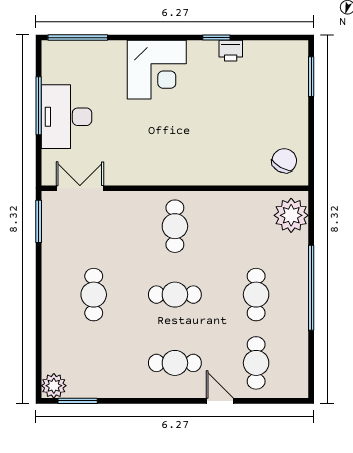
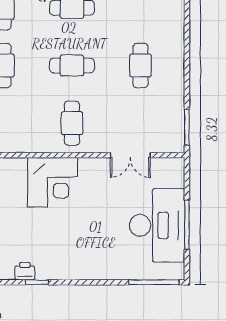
corner desk: (157, 70) -> (53, 182), moved, turned 180
desk: (66, 117) -> (157, 225), width x1.36, depth x1.30
double door: (80, 188) -> (130, 155), moved

